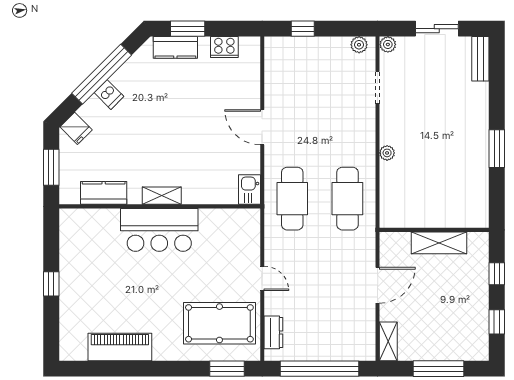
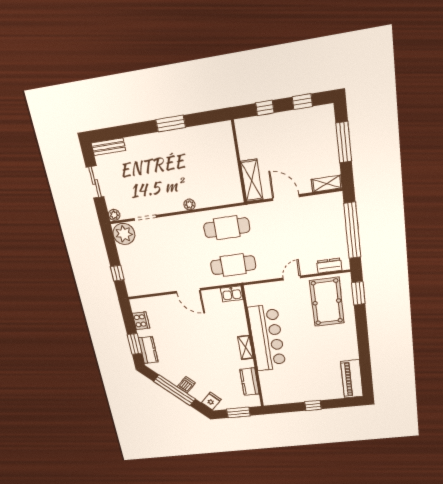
plant: (359, 45) -> (124, 234), width x1.88, depth x1.88
door: (262, 127) -> (188, 291), hinge flipped
bar counter: (159, 230) -> (267, 338), width x1.36
shelving: (439, 243) -> (252, 181), moved
piano: (120, 347) -> (352, 379), moved

